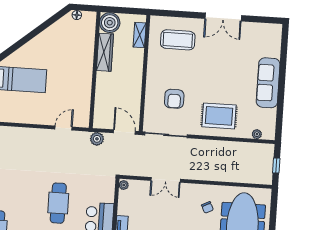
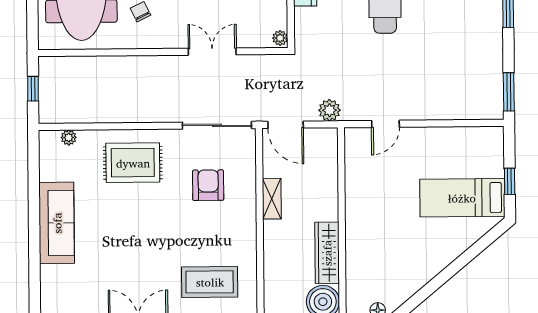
shelving: (140, 35) -> (272, 199), moved

